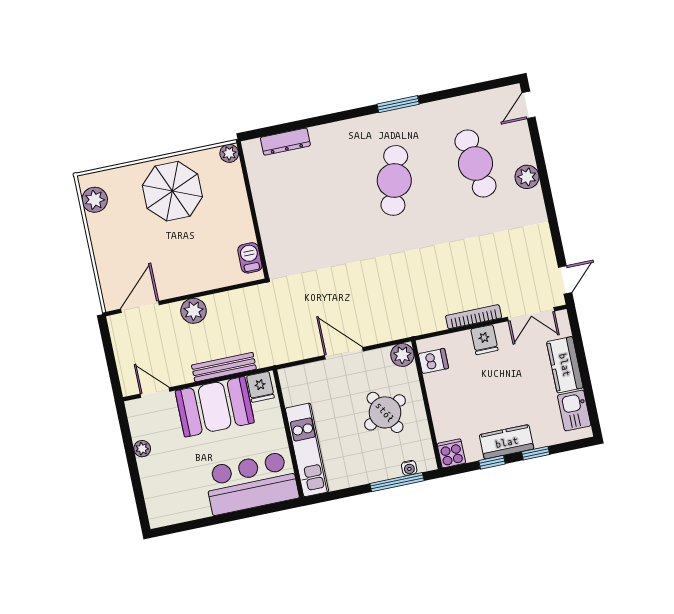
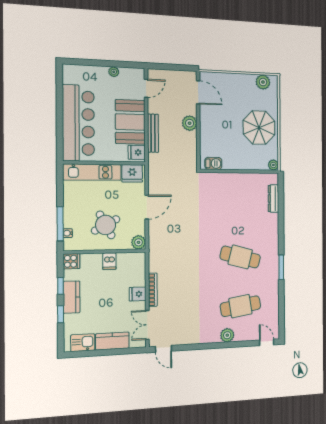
dishwasher: (433, 361) -> (109, 261), moved
fridge: (295, 387) -> (132, 173), added
bar counter: (251, 483) -> (78, 123), width x1.36

